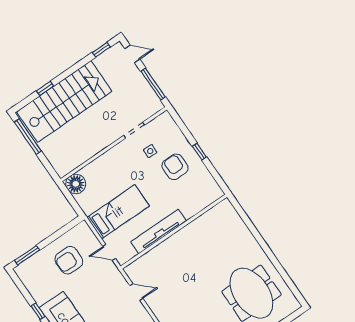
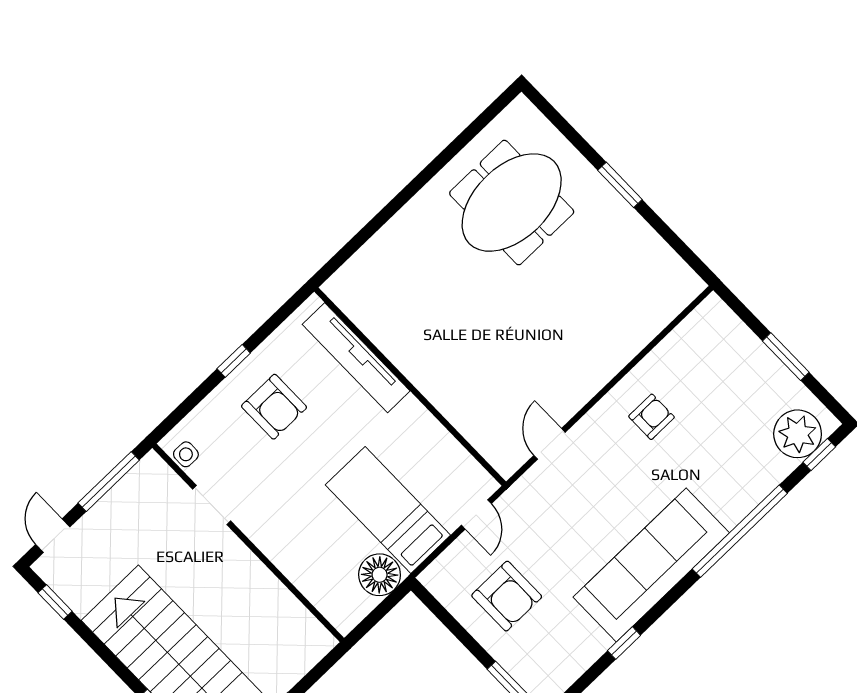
side table: (150, 151) -> (186, 454), moved
armchair: (175, 167) -> (274, 407), turned -90
floor lamp: (76, 184) -> (380, 575), moved
tv unit: (159, 231) -> (356, 358), moved

